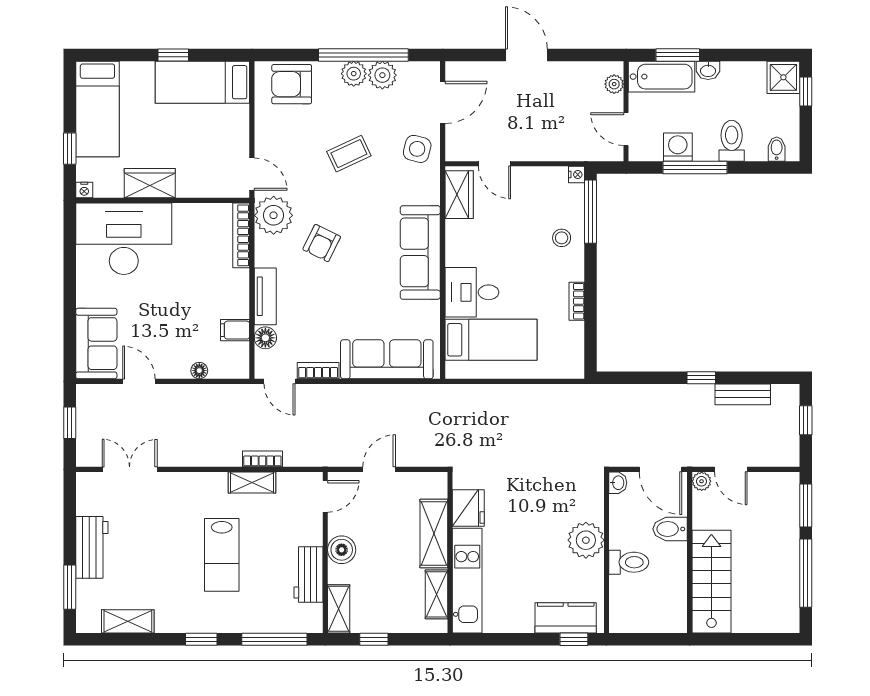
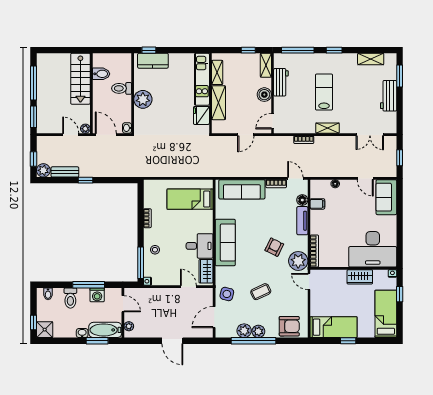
desk: (472, 292) -> (200, 246), moved
plant: (786, 397) -> (43, 170), added
shelving: (252, 482) -> (327, 128), moved
bidet: (670, 529) -> (101, 74), moved

